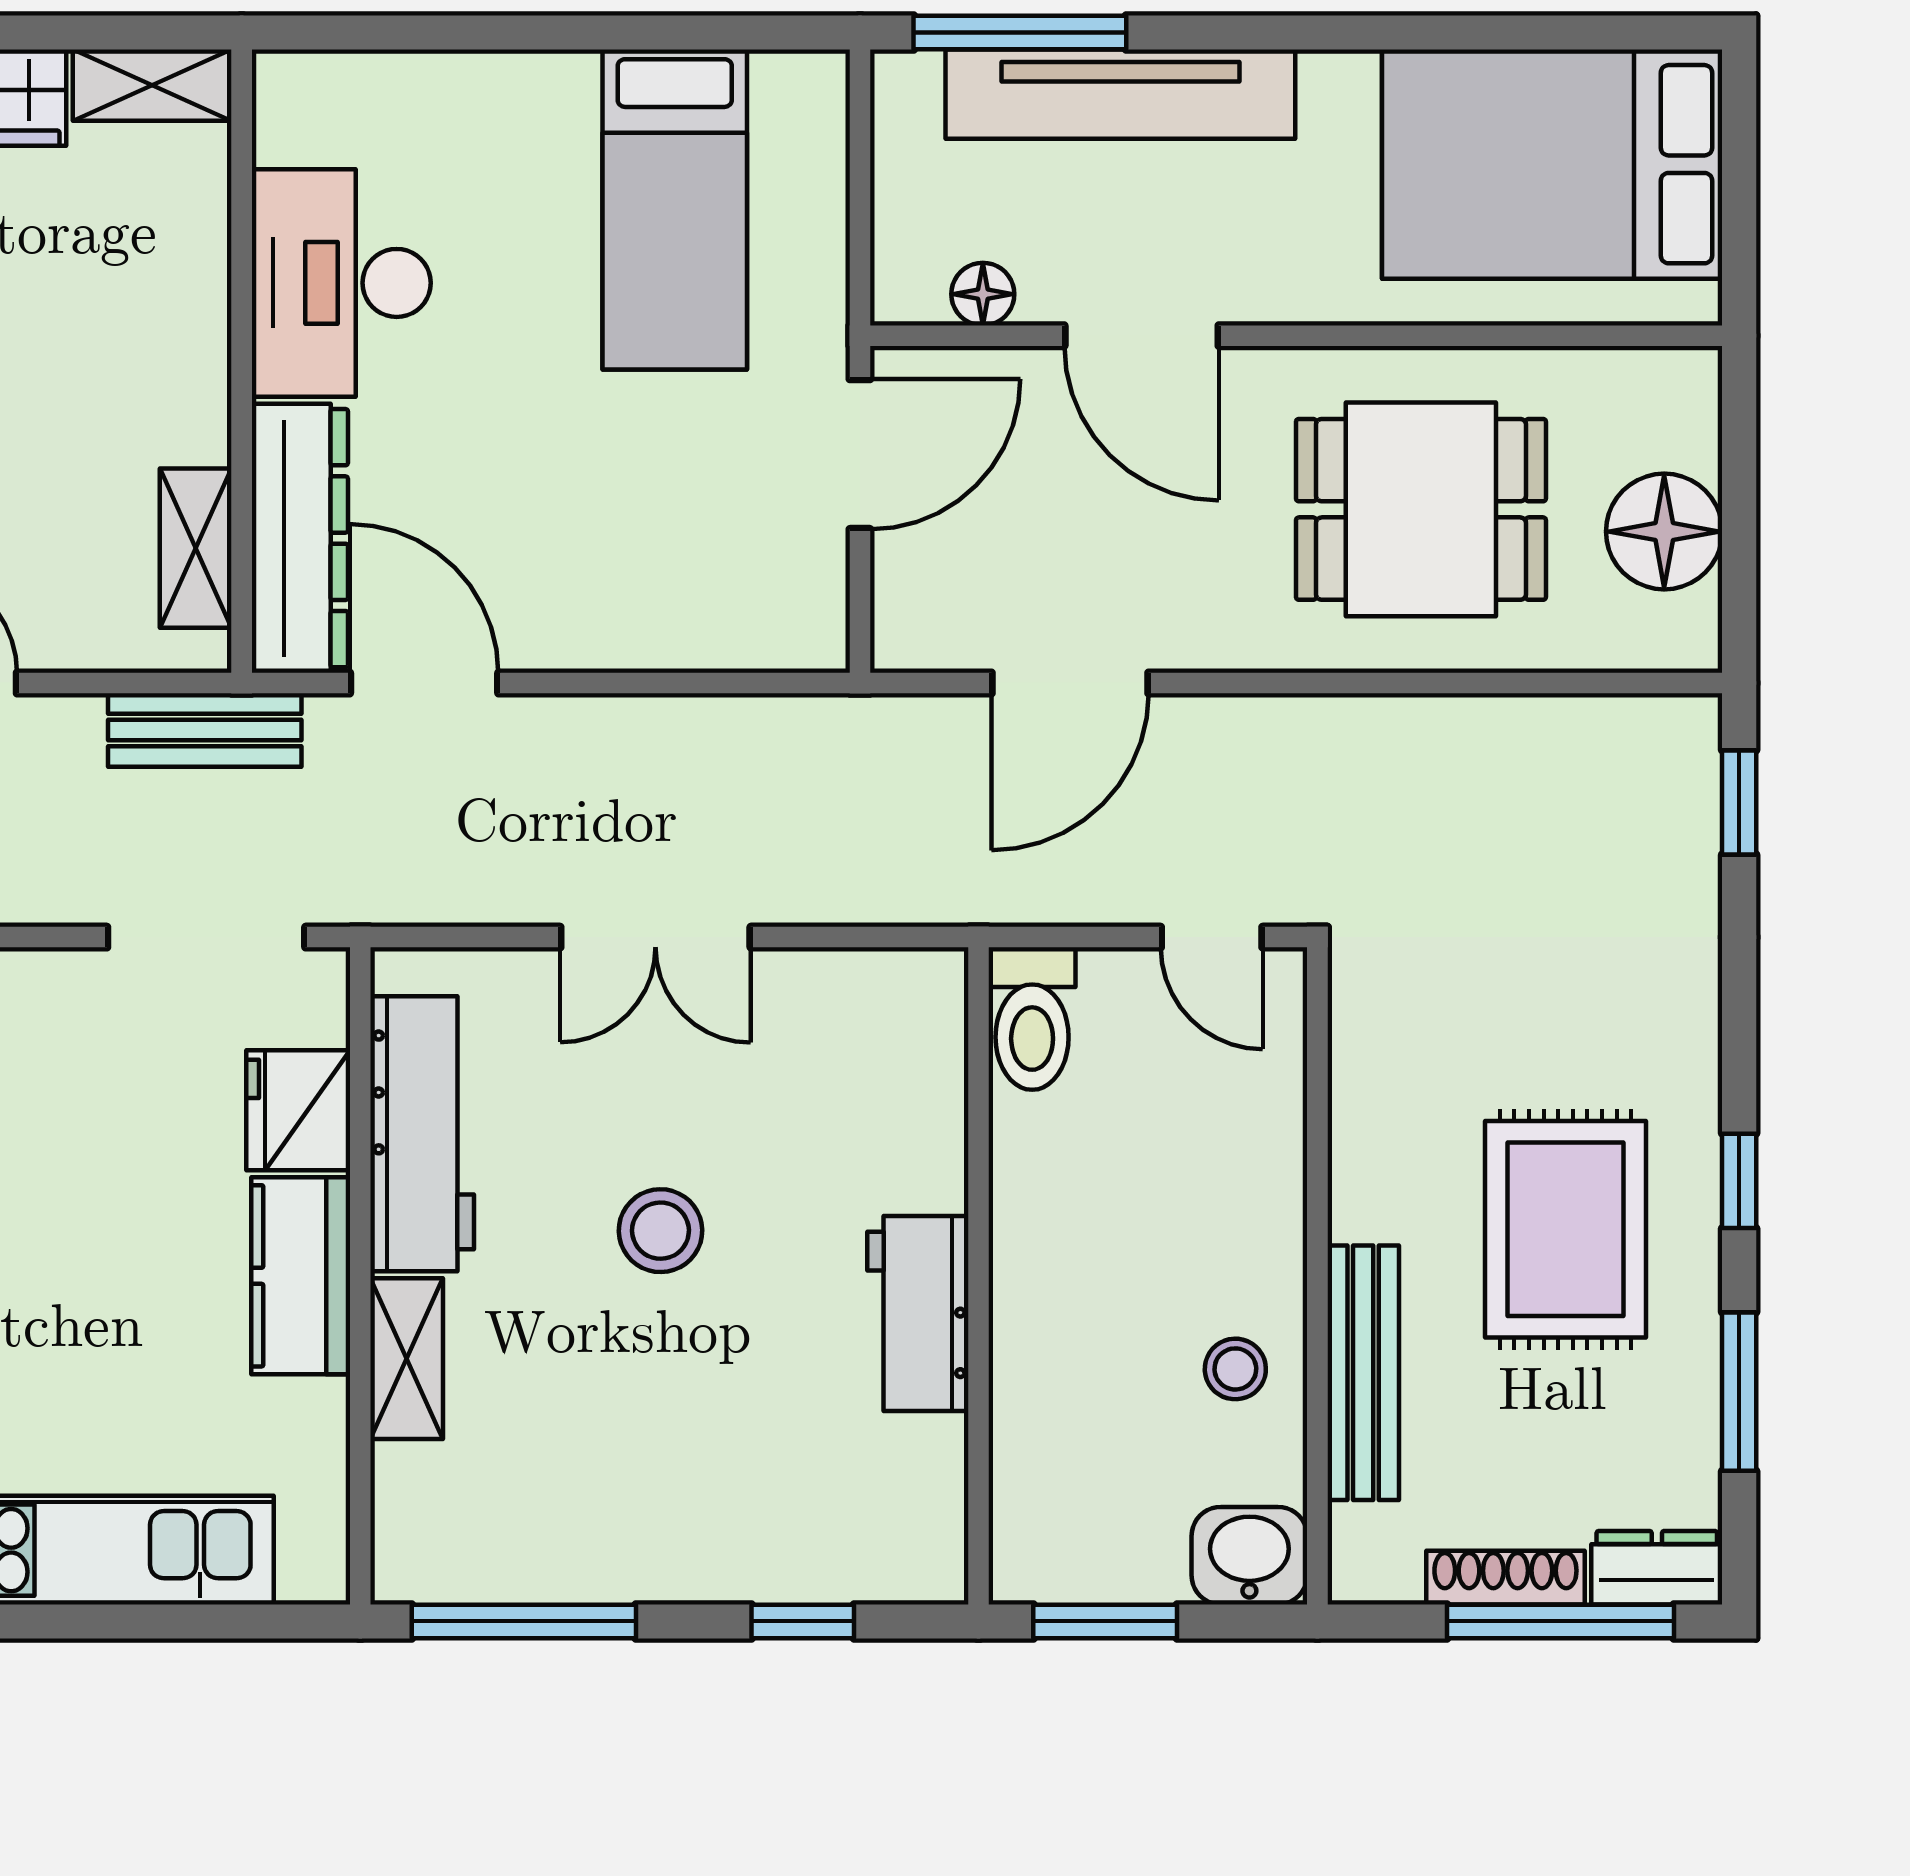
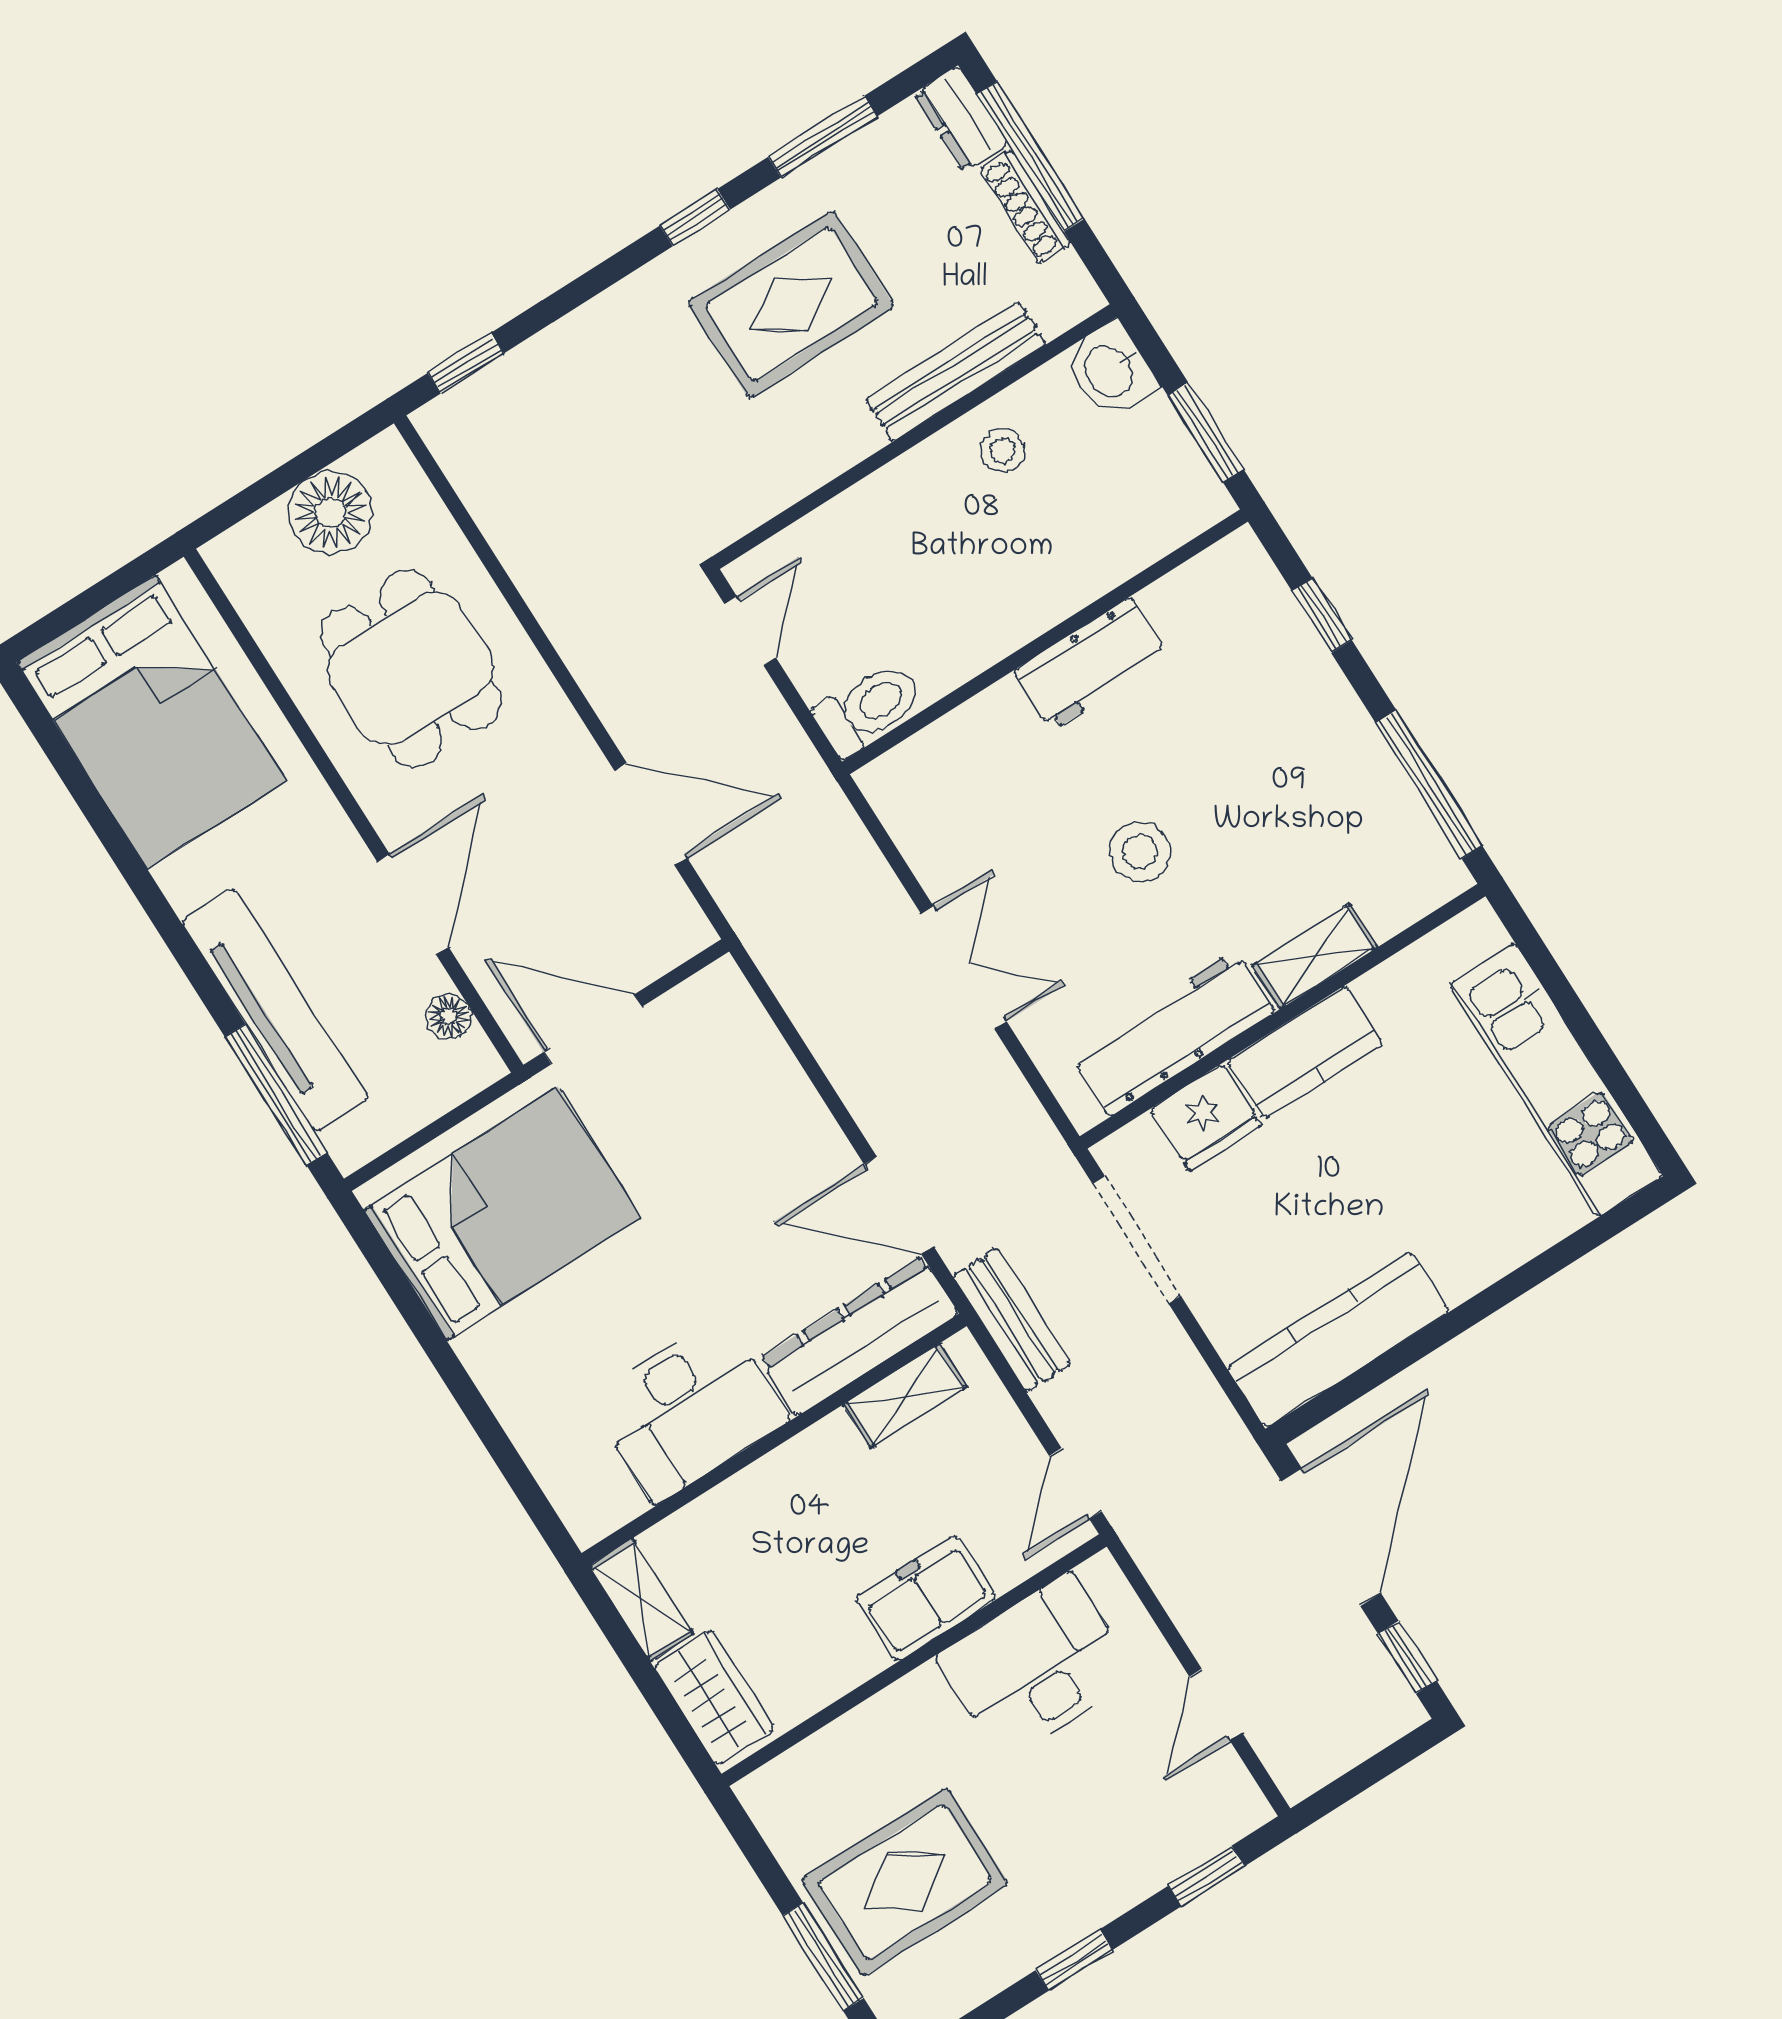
bed: (675, 210) -> (502, 1214), width x1.50
door: (424, 683) -> (899, 1205), hinge flipped

